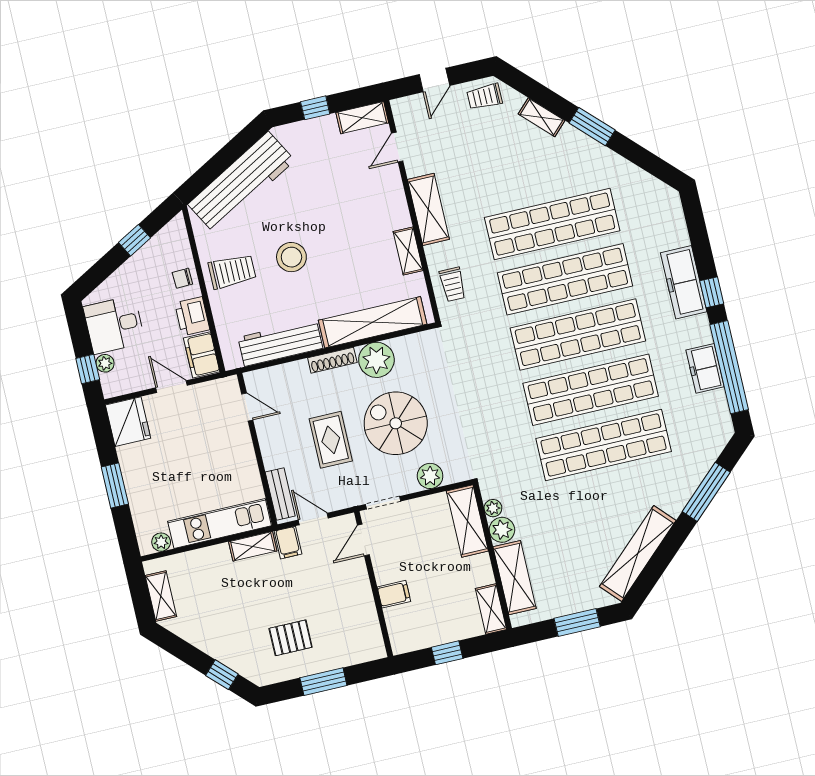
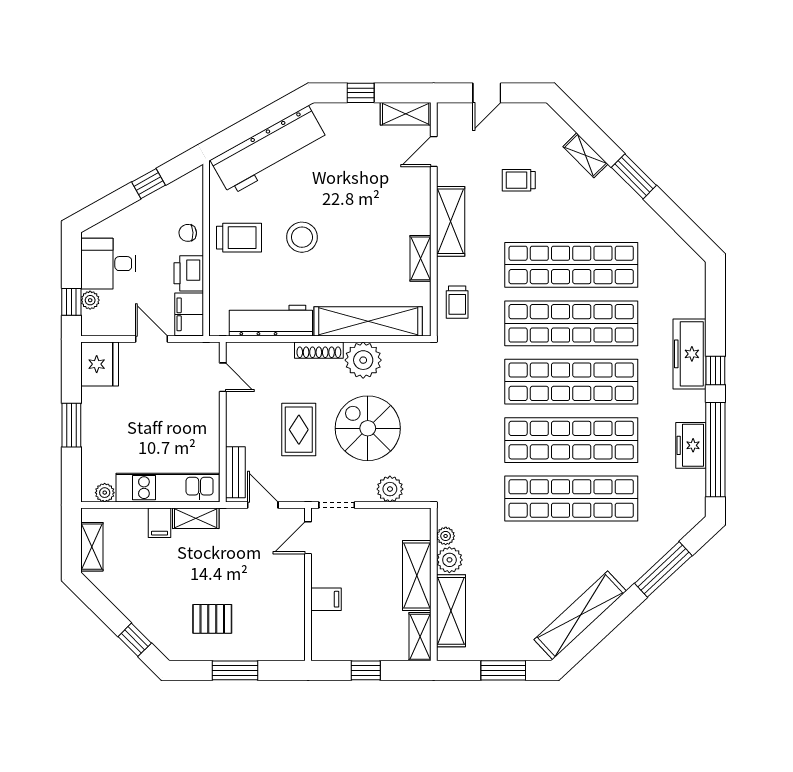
trolley: (485, 97) -> (519, 180), moved
shelving: (467, 521) -> (417, 575), moved
filing cabinet: (288, 543) -> (160, 523), moved

